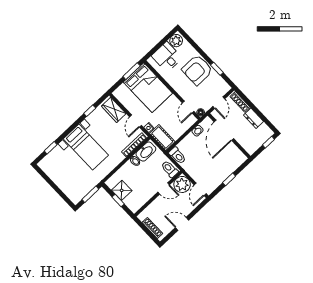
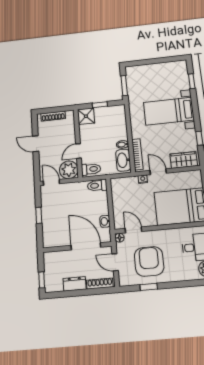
armchair: (197, 70) -> (149, 261), moved
cot: (162, 137) -> (124, 184), removed
shower: (122, 190) -> (86, 116), moved
door: (182, 224) -> (36, 144), swing flipped

